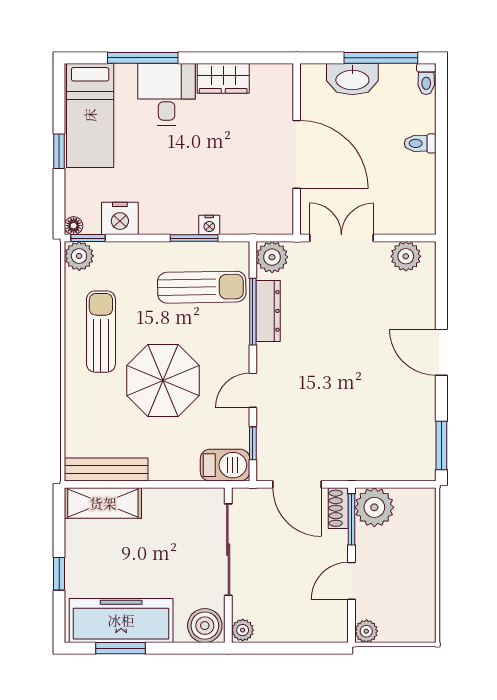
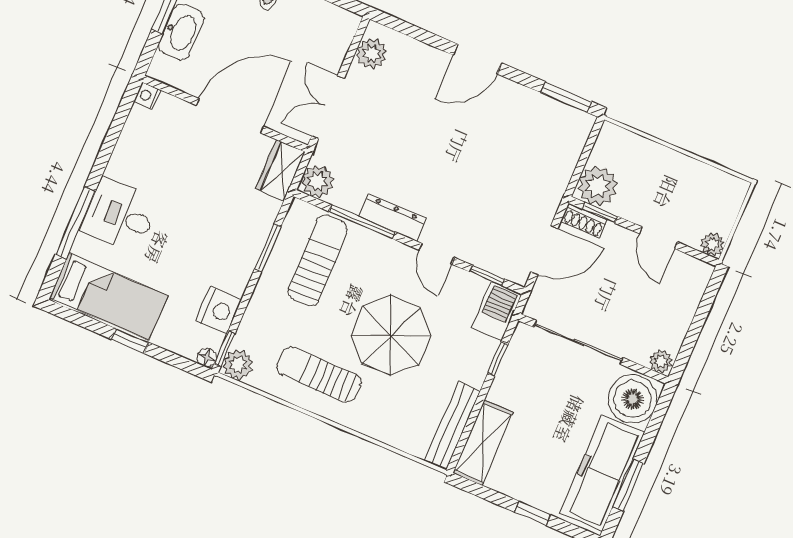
wardrobe: (223, 78) -> (280, 170), moved, turned 180
nightstand: (209, 225) -> (147, 96), moved, turned 180
dresser: (268, 311) -> (392, 218), moved
window: (183, 484) -> (498, 359), added
window: (351, 519) -> (600, 213), width x0.67
boiler: (205, 626) -> (633, 399), width x1.37, depth x1.37

